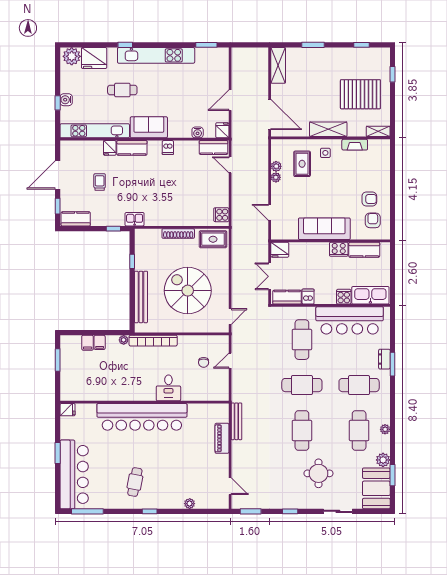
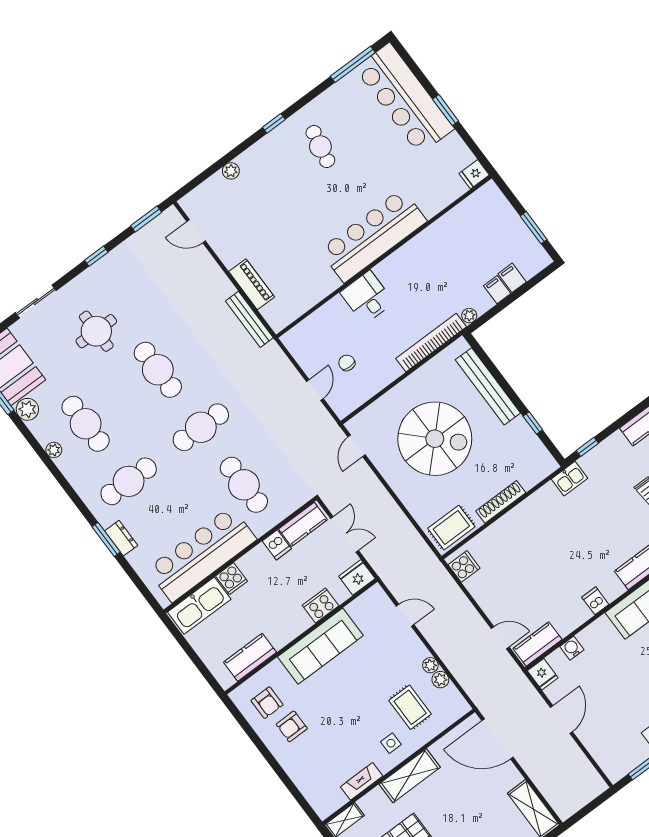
cooker: (339, 249) -> (321, 606), moved
bar counter: (142, 417) -> (373, 236), width x0.73

